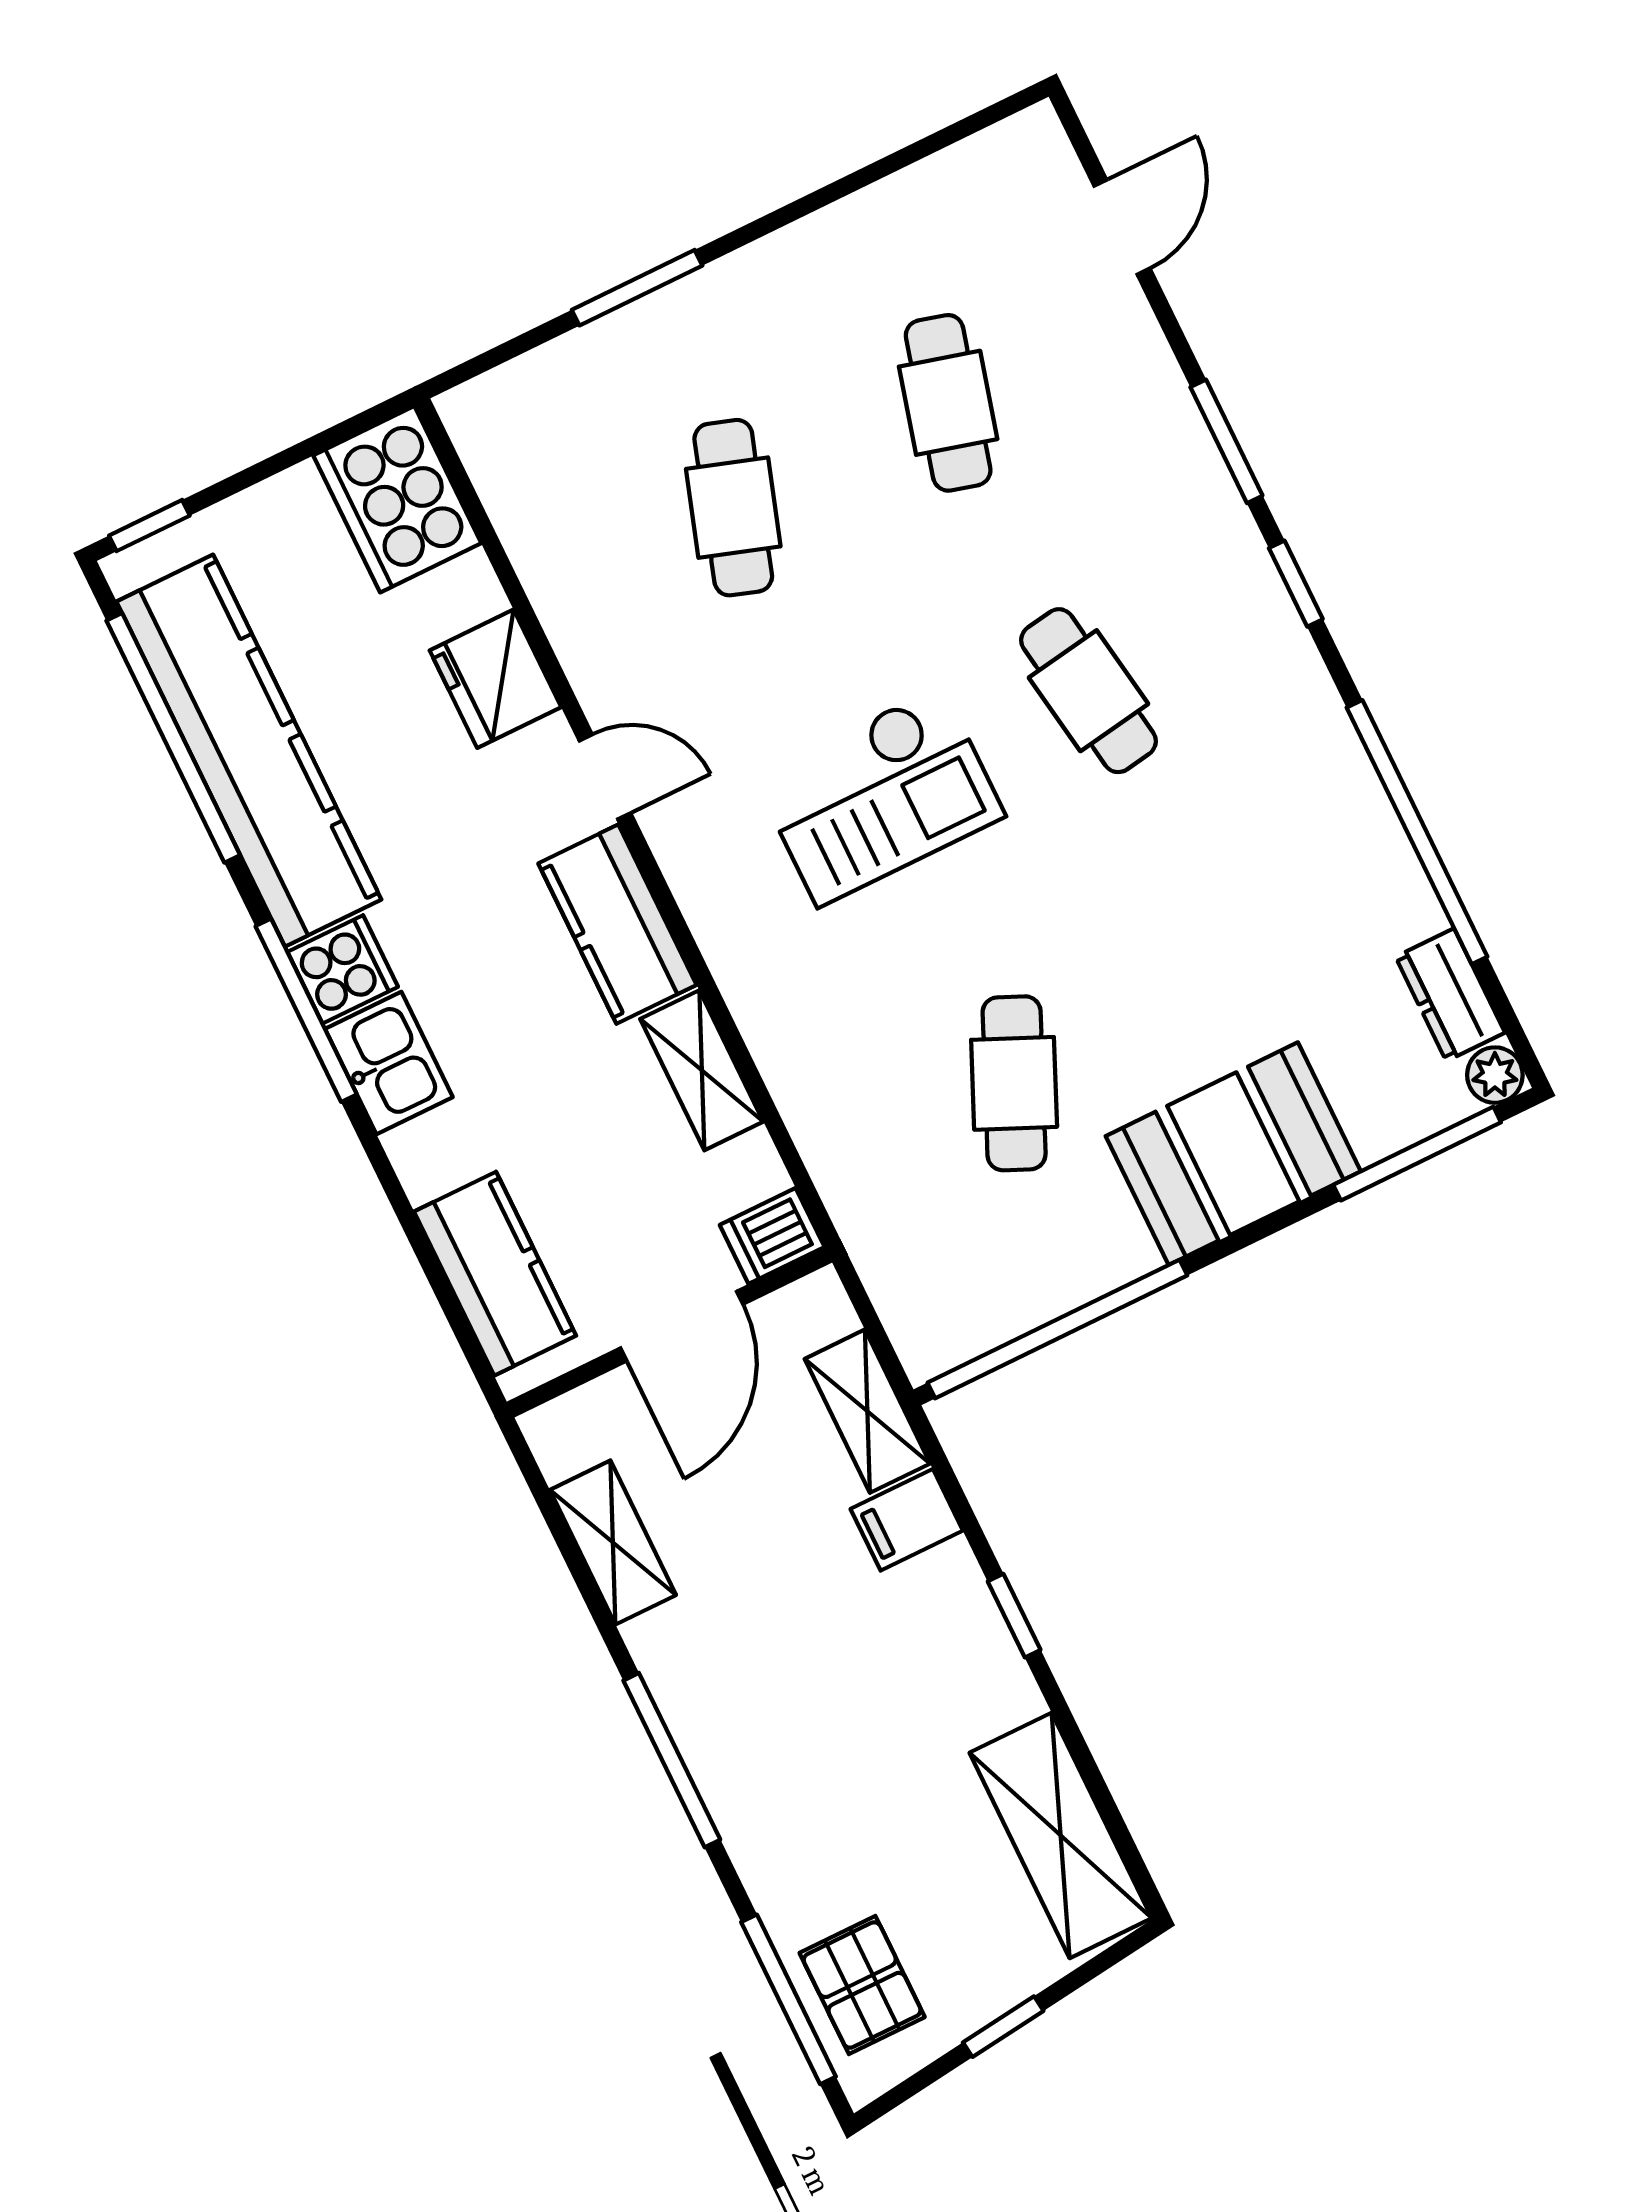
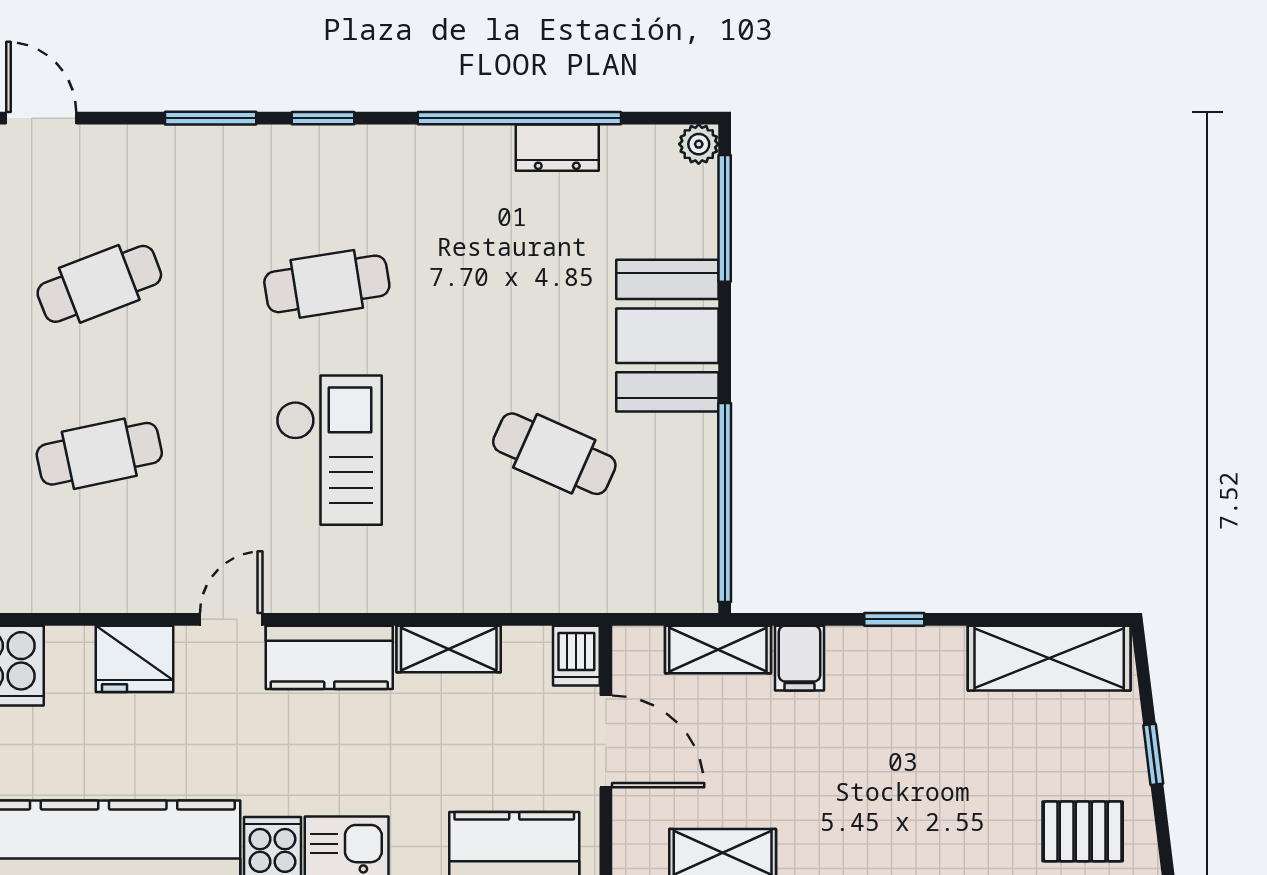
cafe table: (948, 403) -> (99, 284), turned -36
cafe table: (733, 508) -> (99, 454), turned -30
dresser: (1450, 995) -> (557, 148), moved

